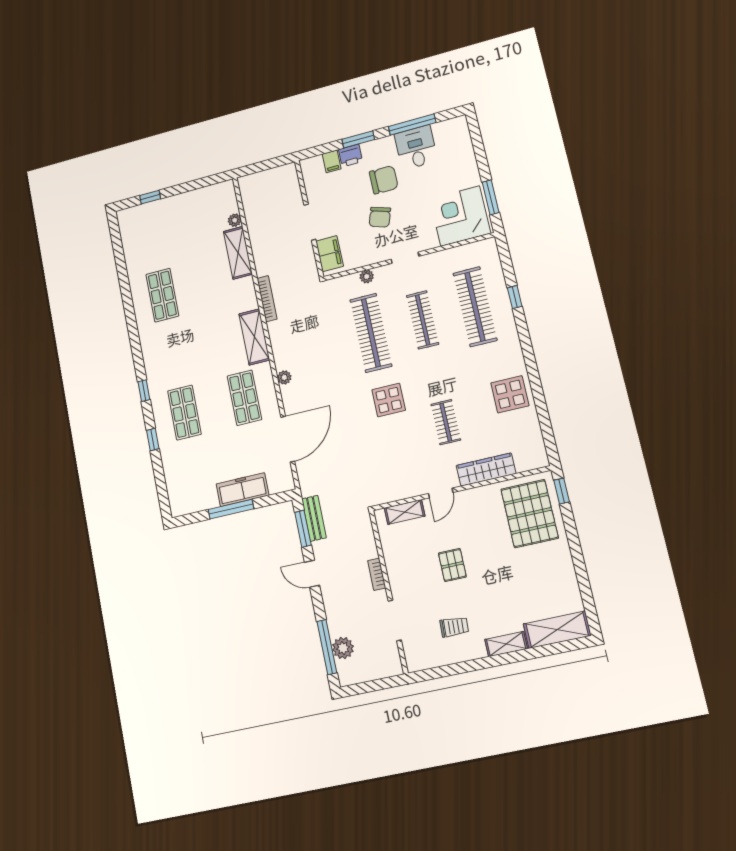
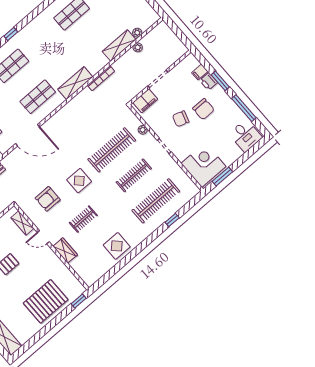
desk: (416, 147) -> (245, 136), moved, turned 90
plant: (284, 377) -> (138, 47), moved
armchair: (390, 458) -> (48, 199), added
wardrobe: (486, 470) -> (65, 251), width x0.67
pallet: (530, 514) -> (46, 301), moved

